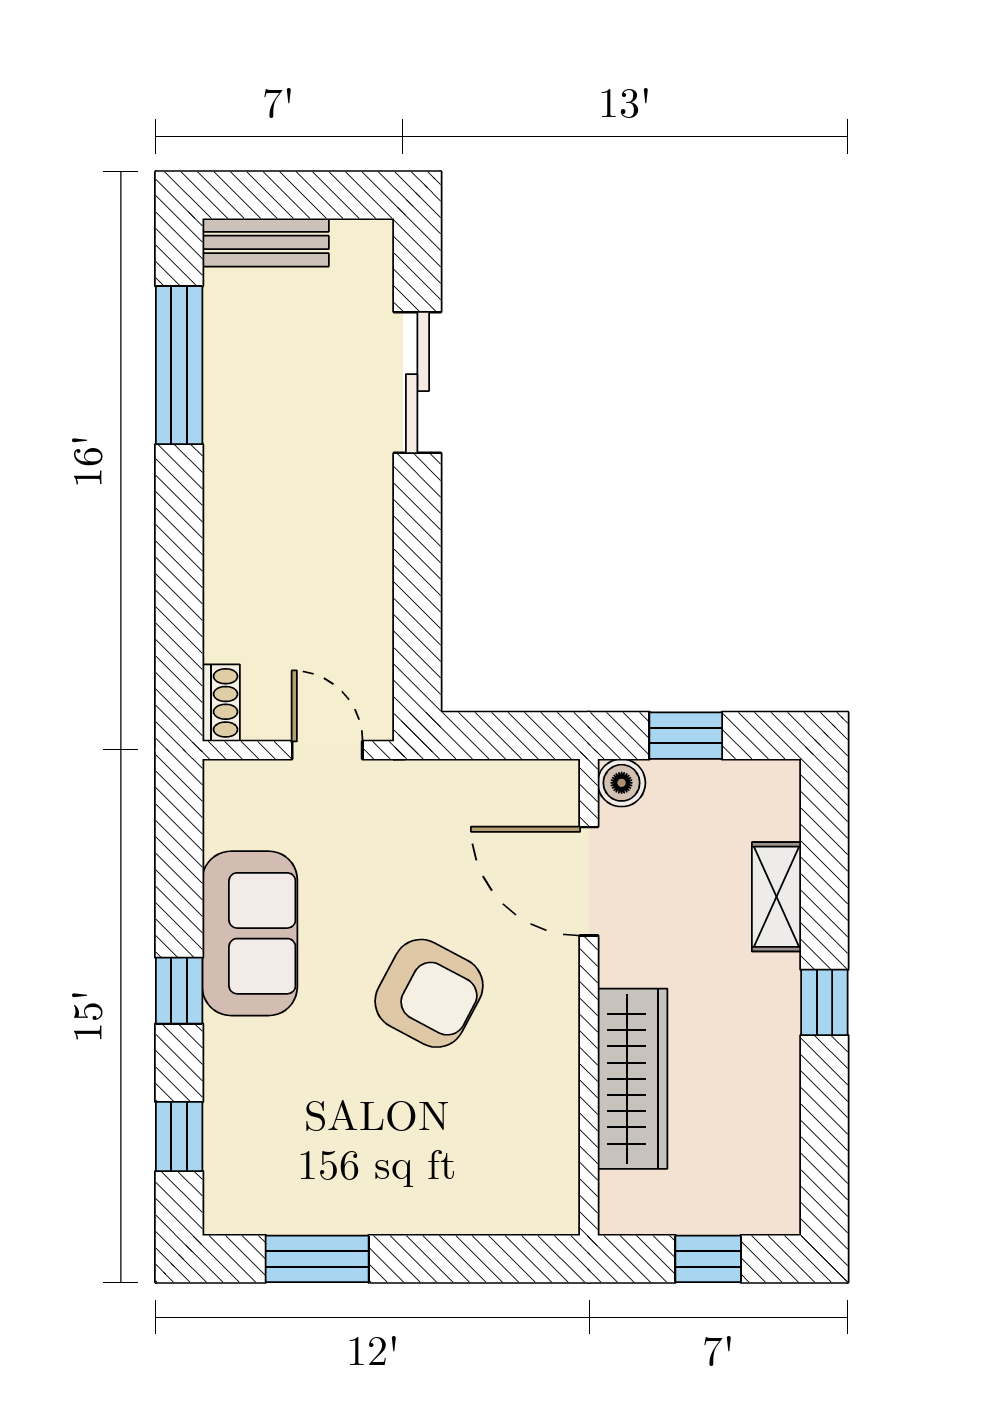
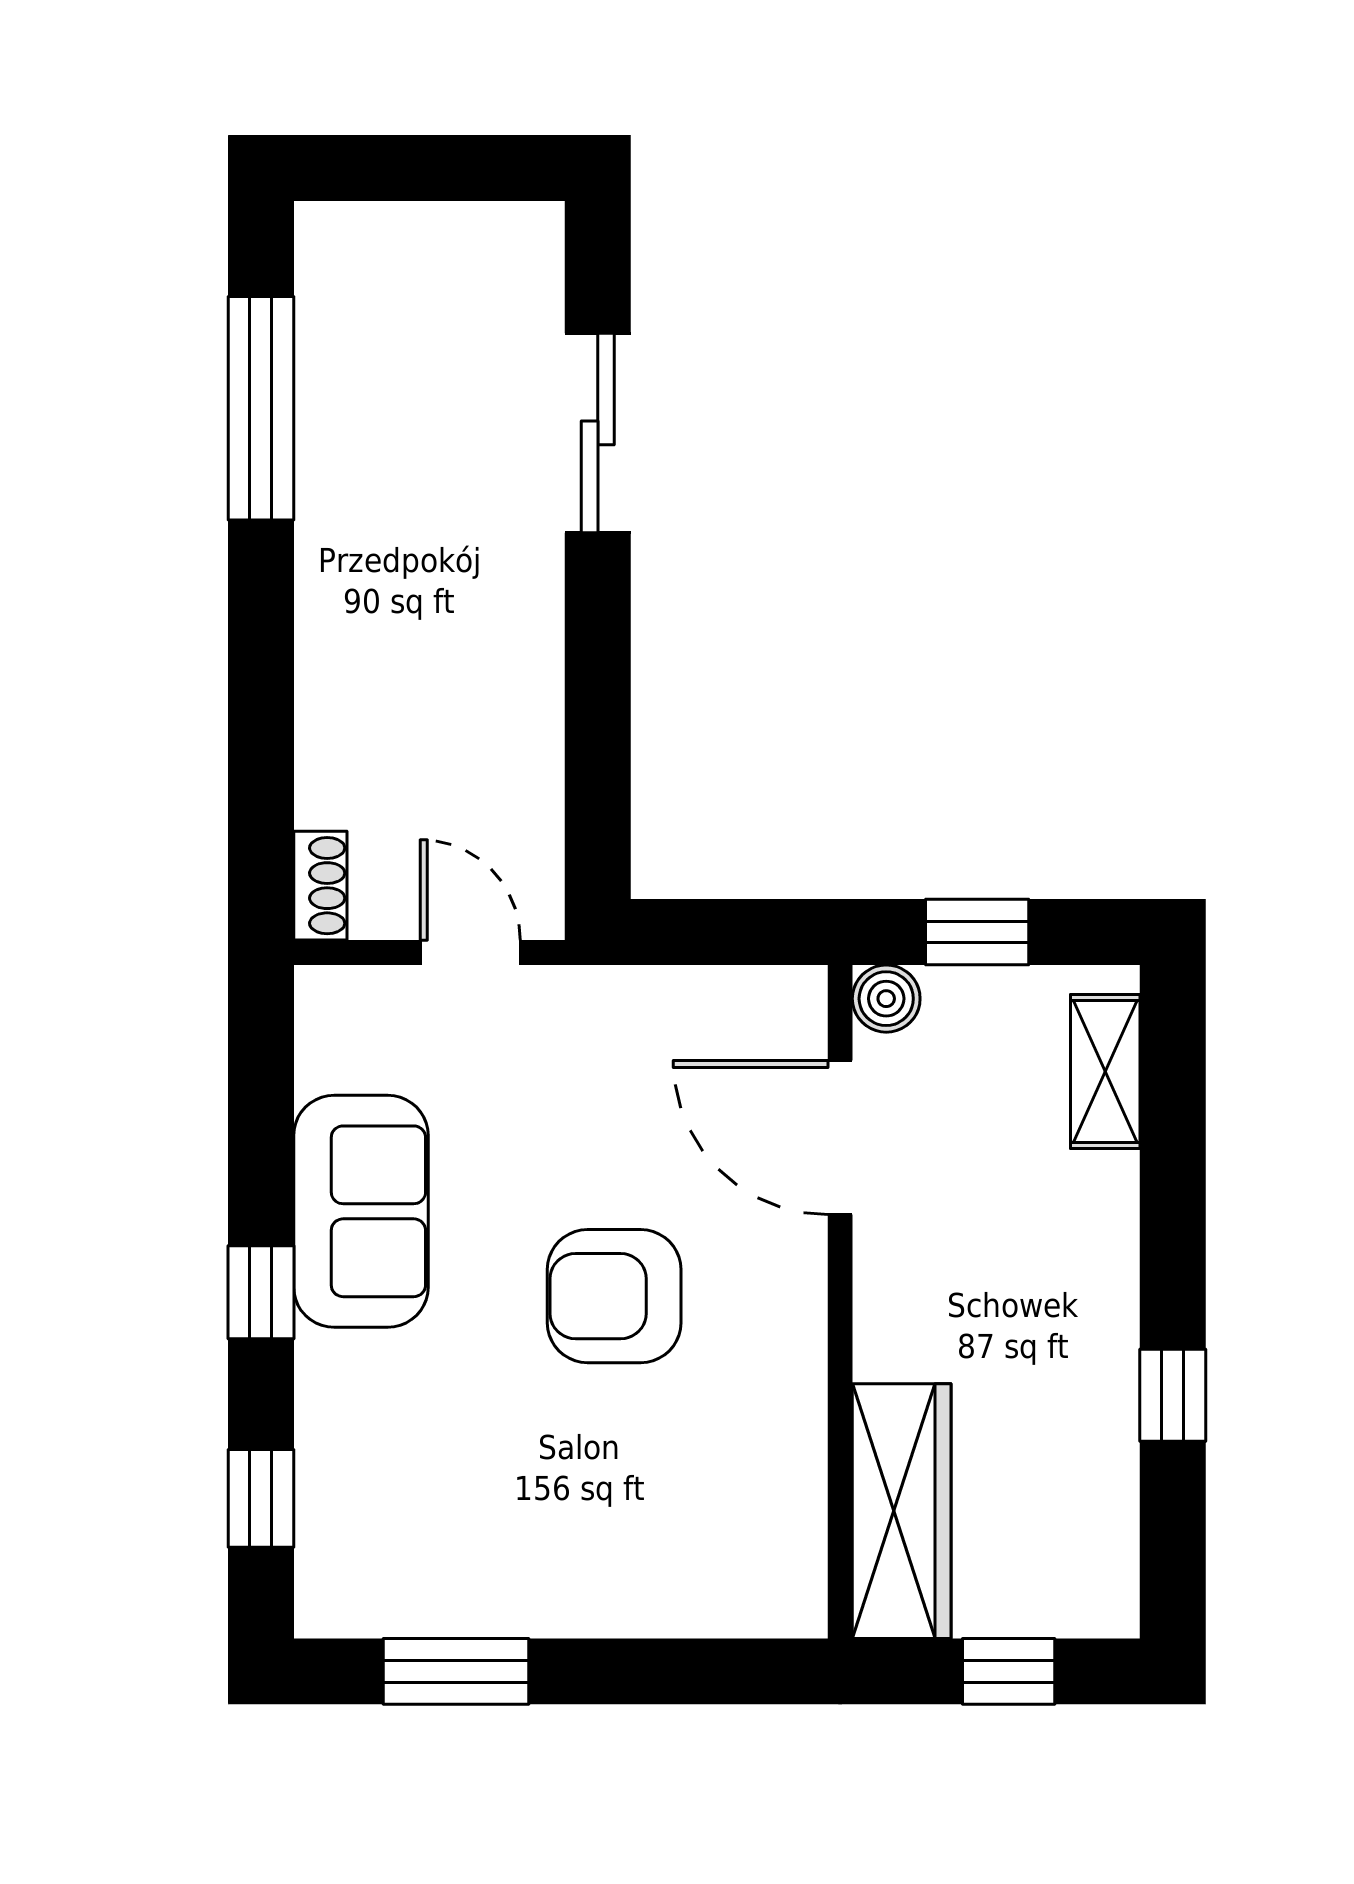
bench: (266, 242) -> (383, 235), removed
shelving: (777, 897) -> (1105, 1071), moved
armchair: (429, 993) -> (614, 1296), turned 152
window: (824, 1002) -> (1173, 1395), moved
wardrobe: (632, 1079) -> (902, 1511), moved

